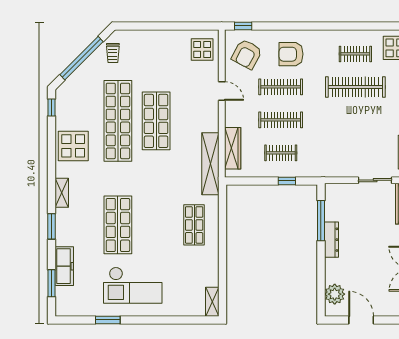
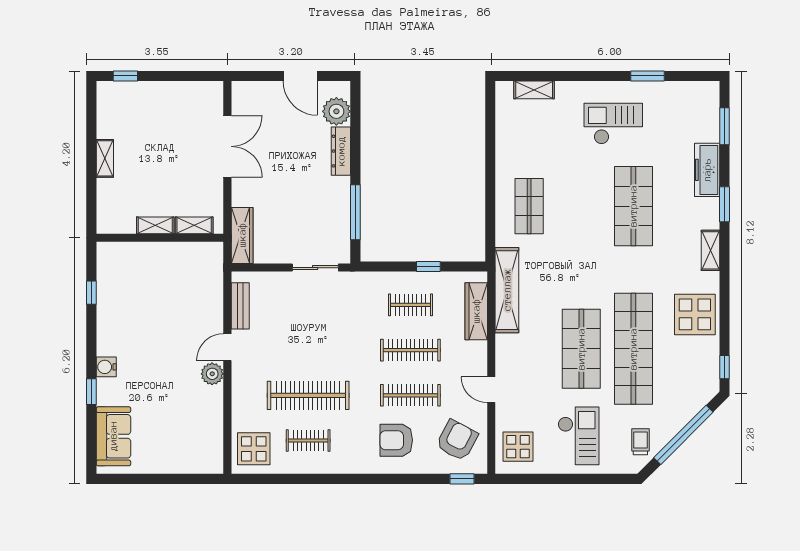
armchair: (291, 54) -> (396, 440), turned 180
checkout: (158, 57) -> (579, 436), added
sliding door: (375, 180) -> (315, 268), moved
window: (287, 181) -> (428, 267), moved
dresser: (331, 240) -> (341, 151), moved
freezer: (64, 266) -> (707, 170), moved
checkout: (133, 285) -> (613, 124), width x0.73, depth x0.83
shelving: (212, 302) -> (534, 90), moved, turned 90

